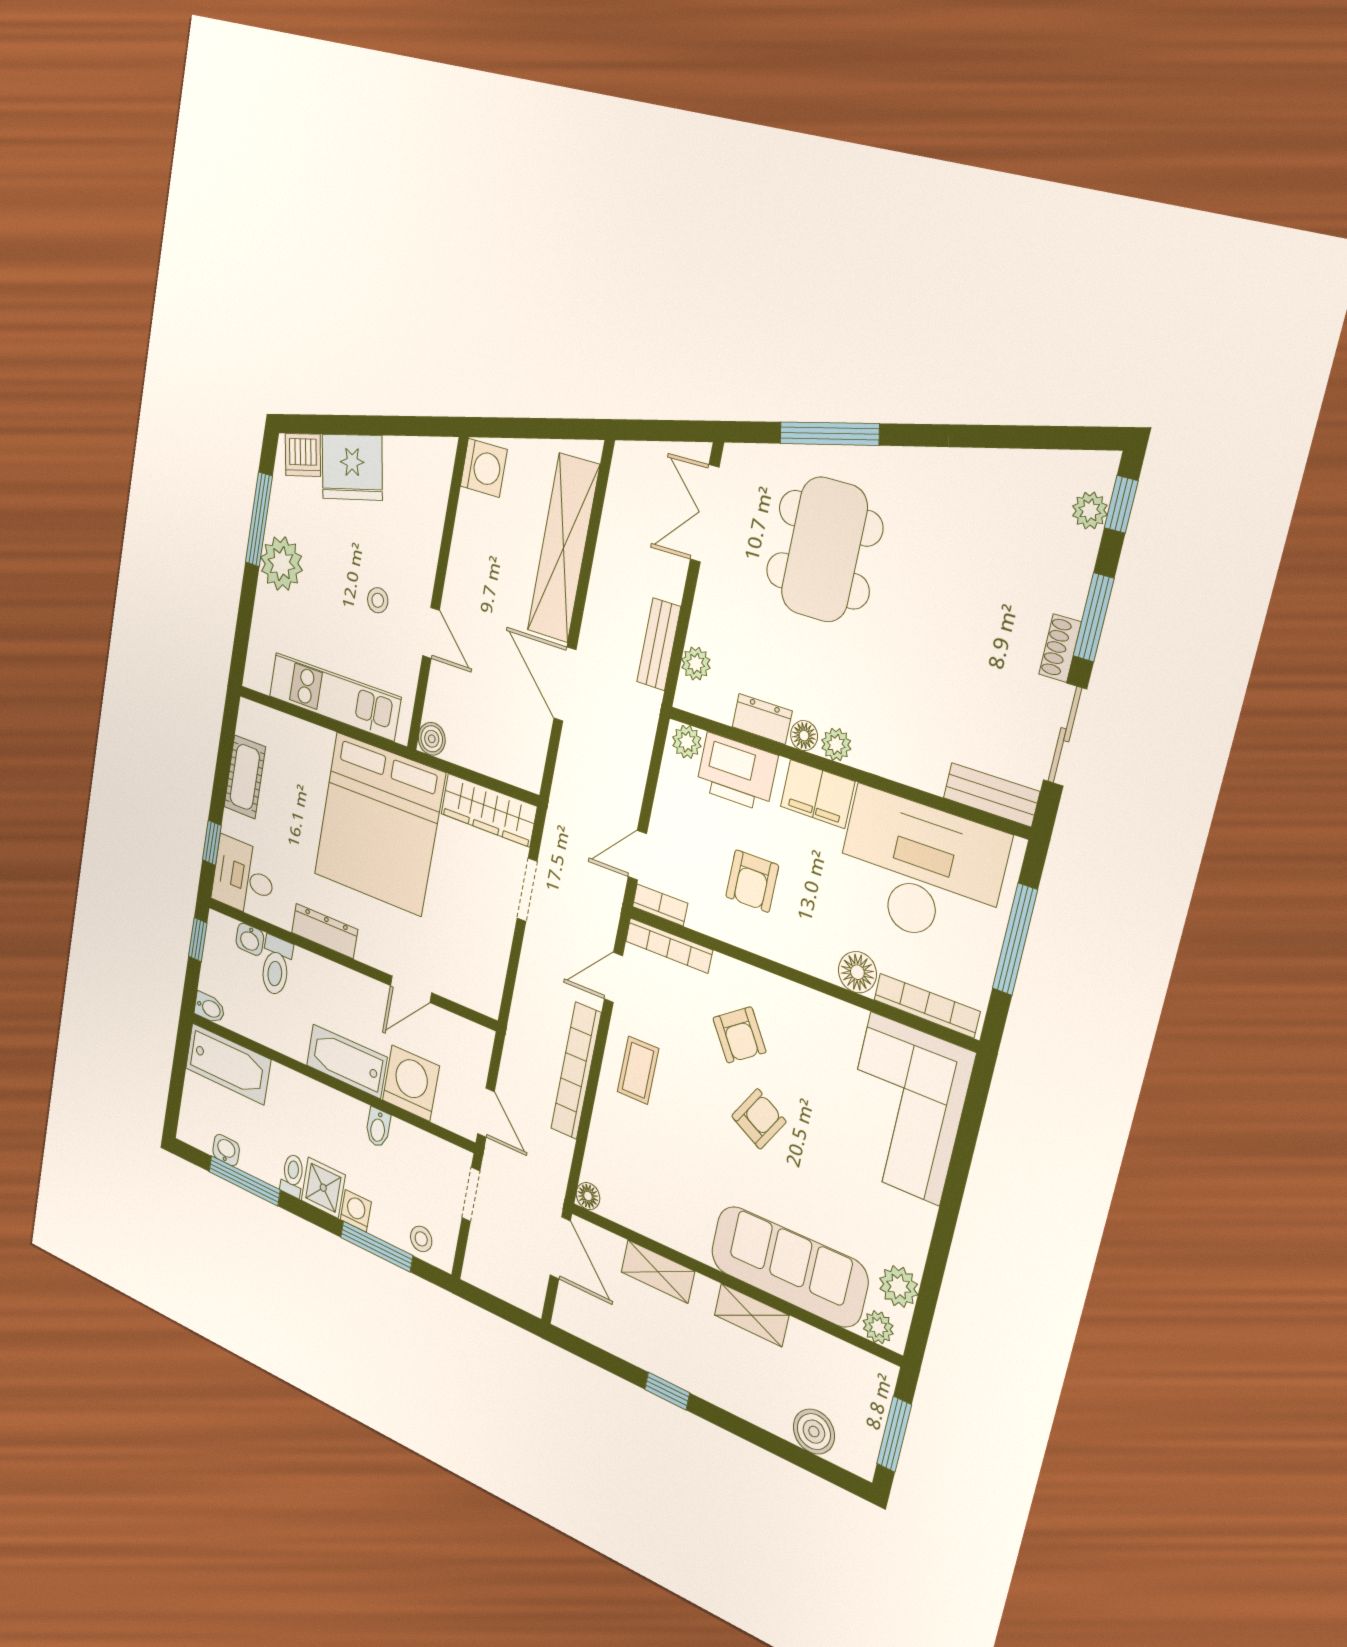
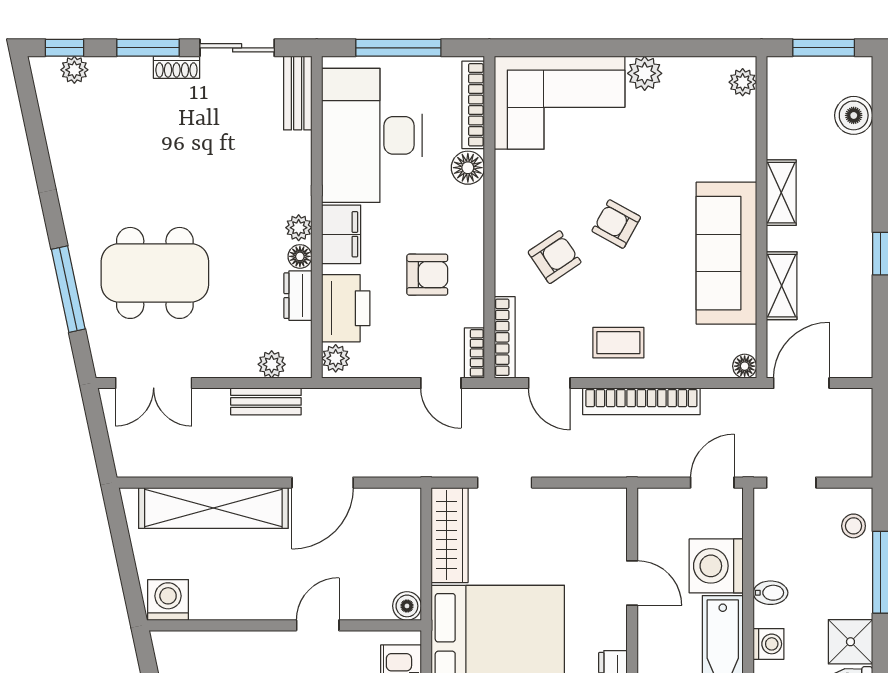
washing machine: (356, 1211) -> (769, 644), moved, turned 180
sofa: (789, 1266) -> (726, 253), moved
plant: (899, 1287) -> (645, 73), moved

